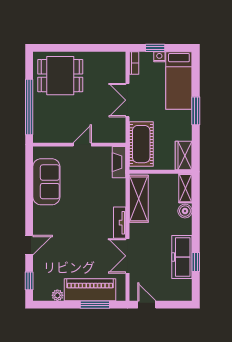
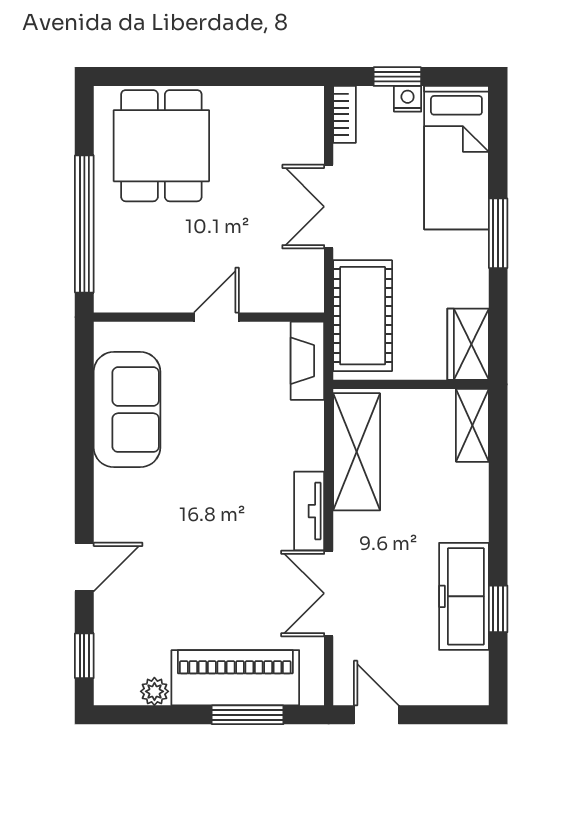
dining table: (60, 76) -> (161, 146), turned 90
boiler: (185, 211) -> (471, 482), removed

